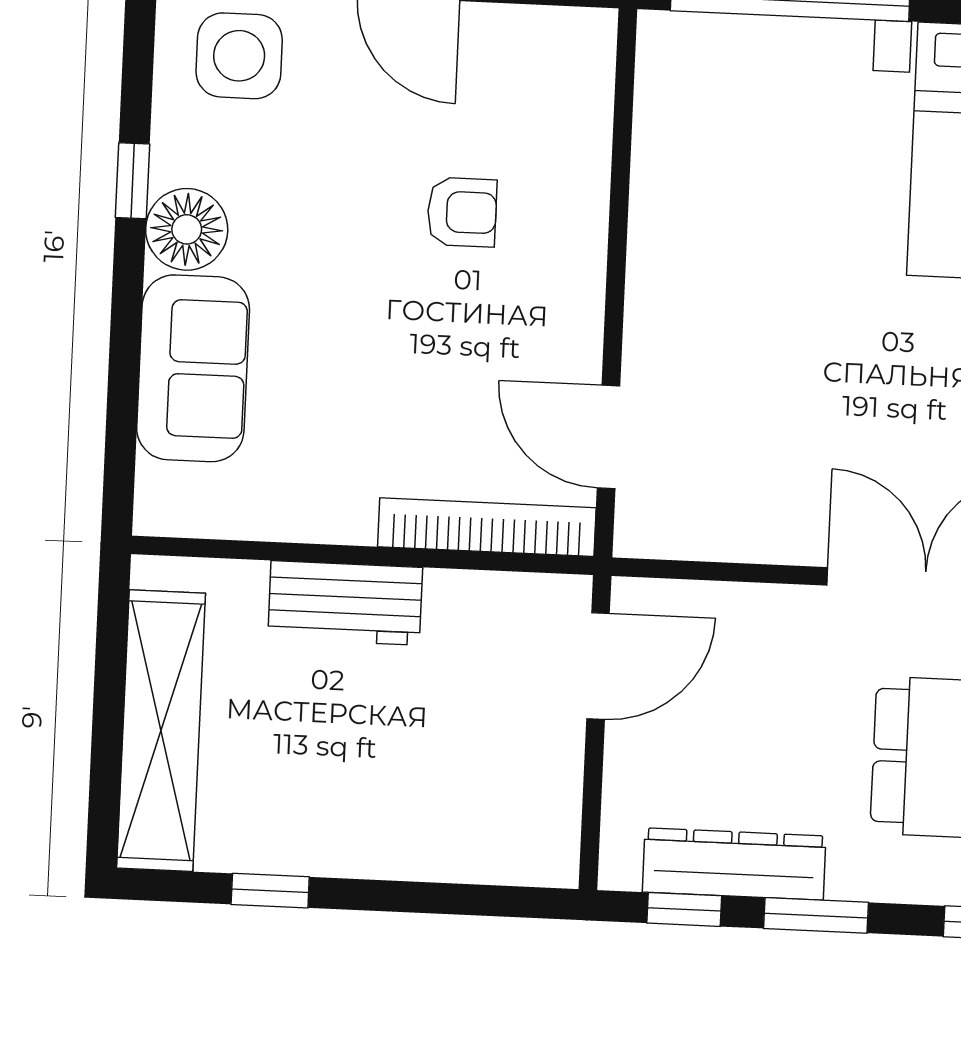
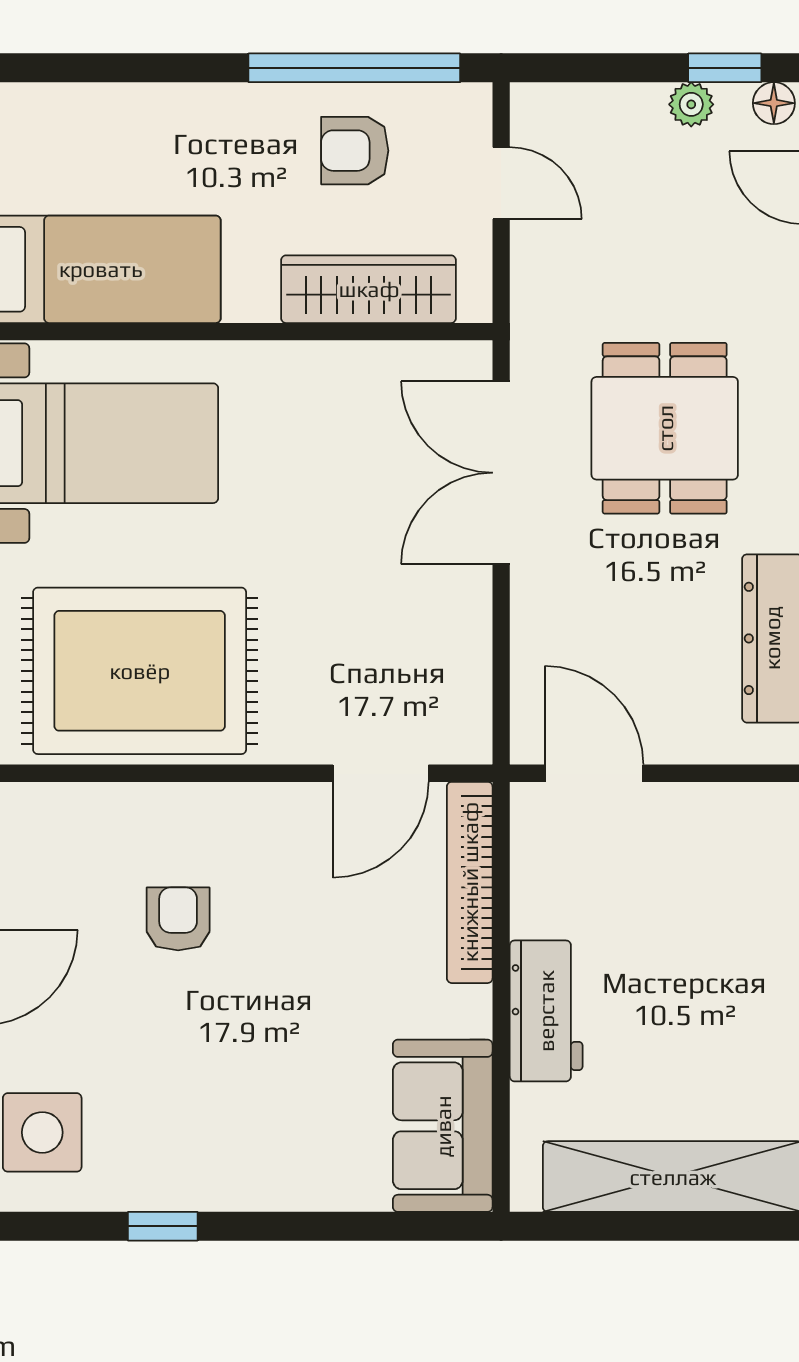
rug: (730, 183) -> (140, 671), added
floor lamp: (187, 229) -> (206, 1174), removed
sofa: (193, 368) -> (443, 1126), moved, turned -90

